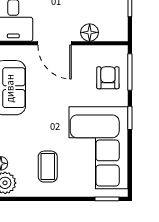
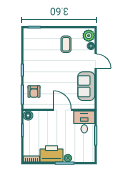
floor lamp: (90, 32) -> (28, 116), moved
corner sofa: (98, 148) -> (39, 54), removed

